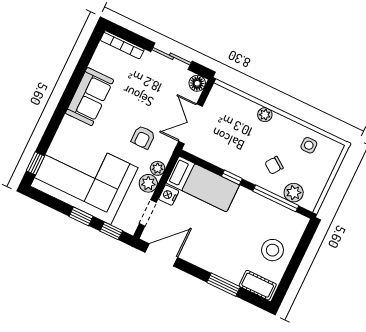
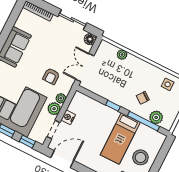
plant: (265, 115) -> (122, 55), moved
bed: (203, 184) -> (120, 139), moved, turned 90

